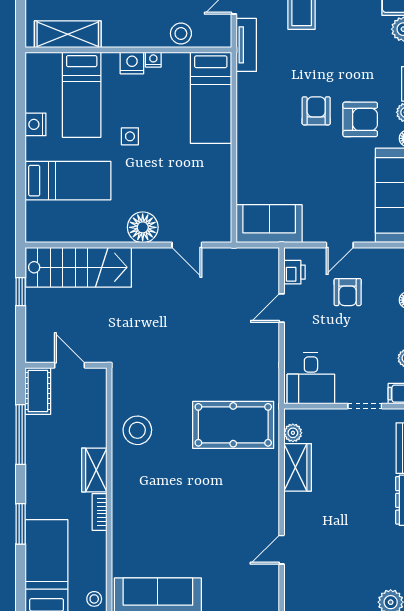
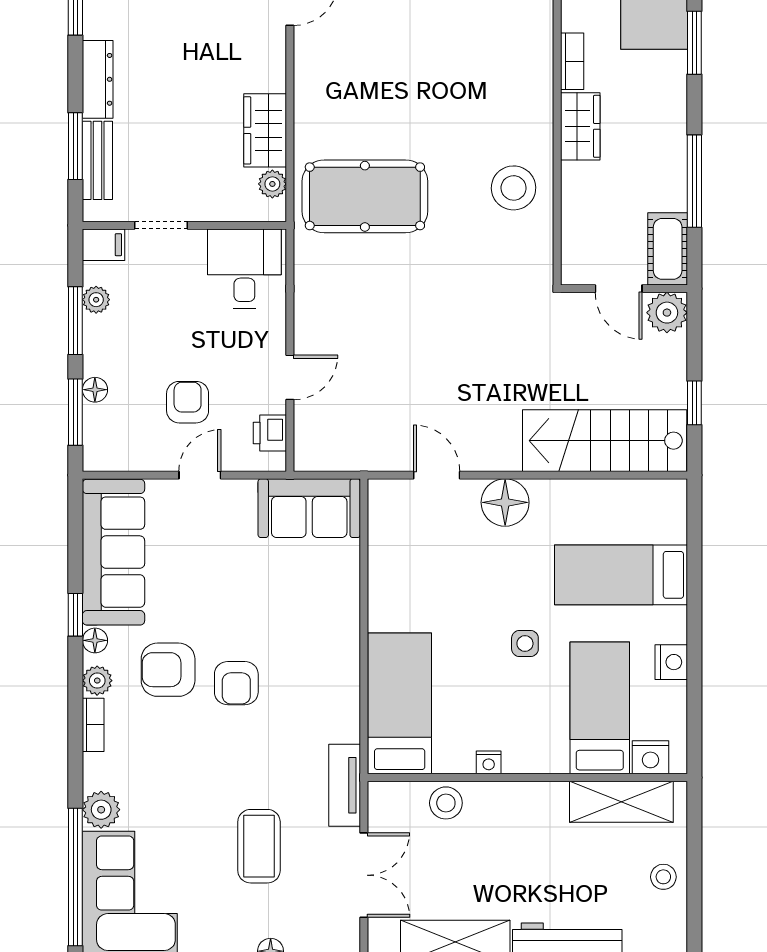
nightstand: (132, 63) -> (650, 757), moved
plant: (38, 350) -> (667, 313), added

